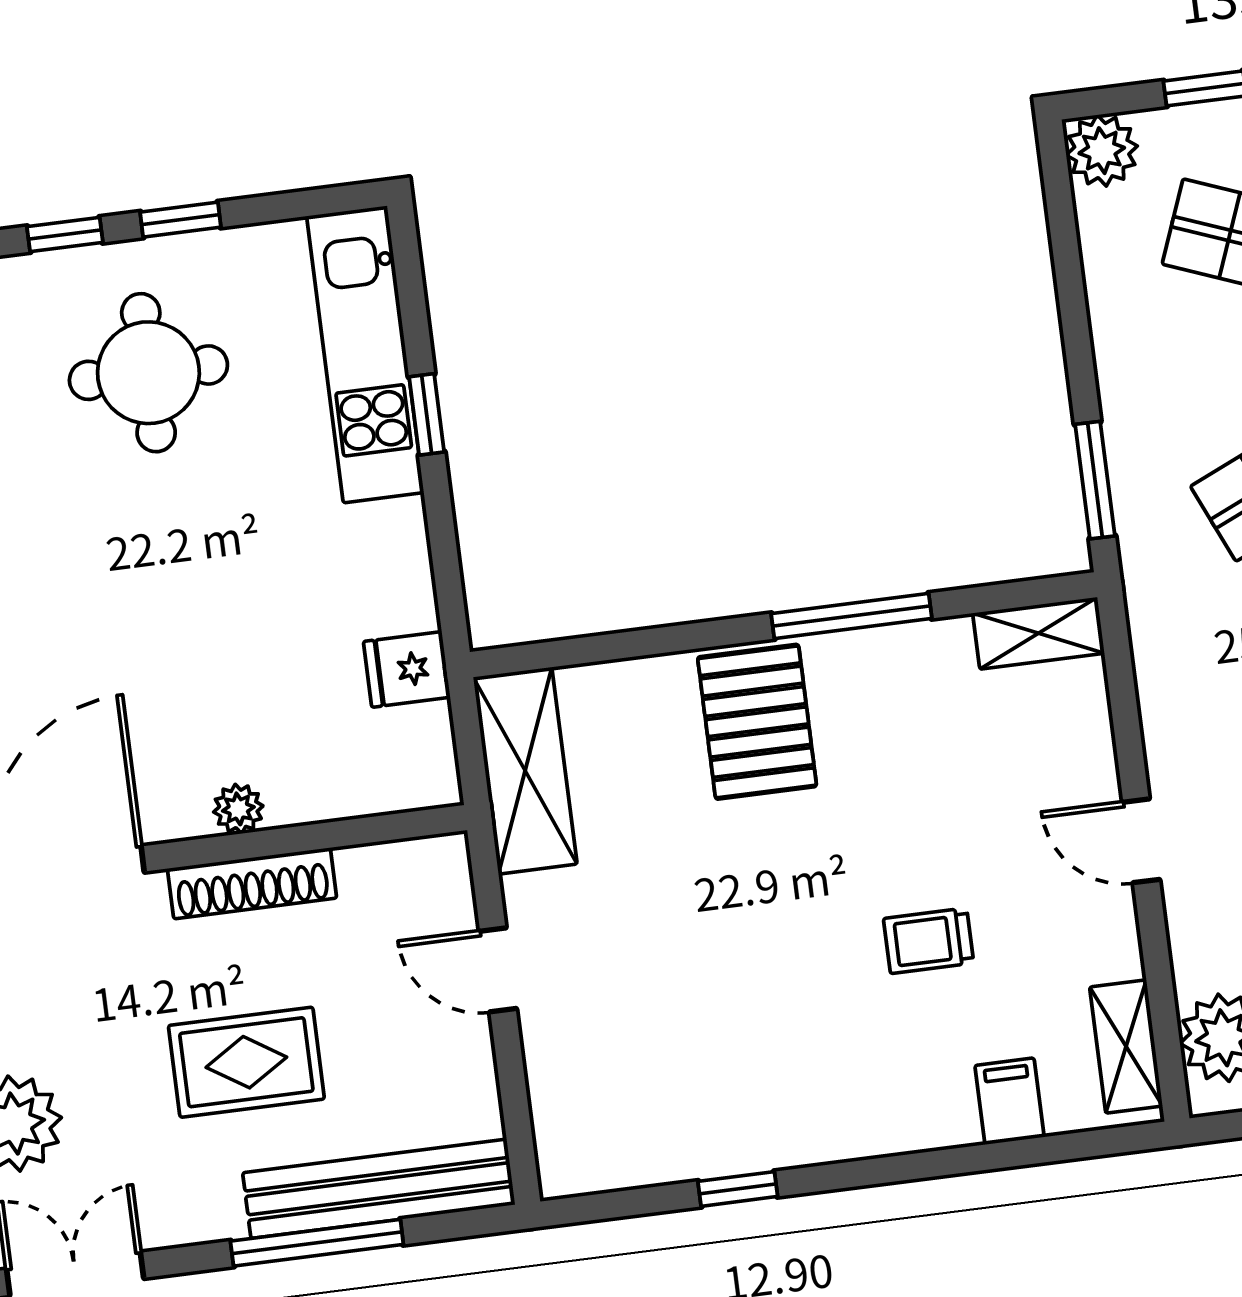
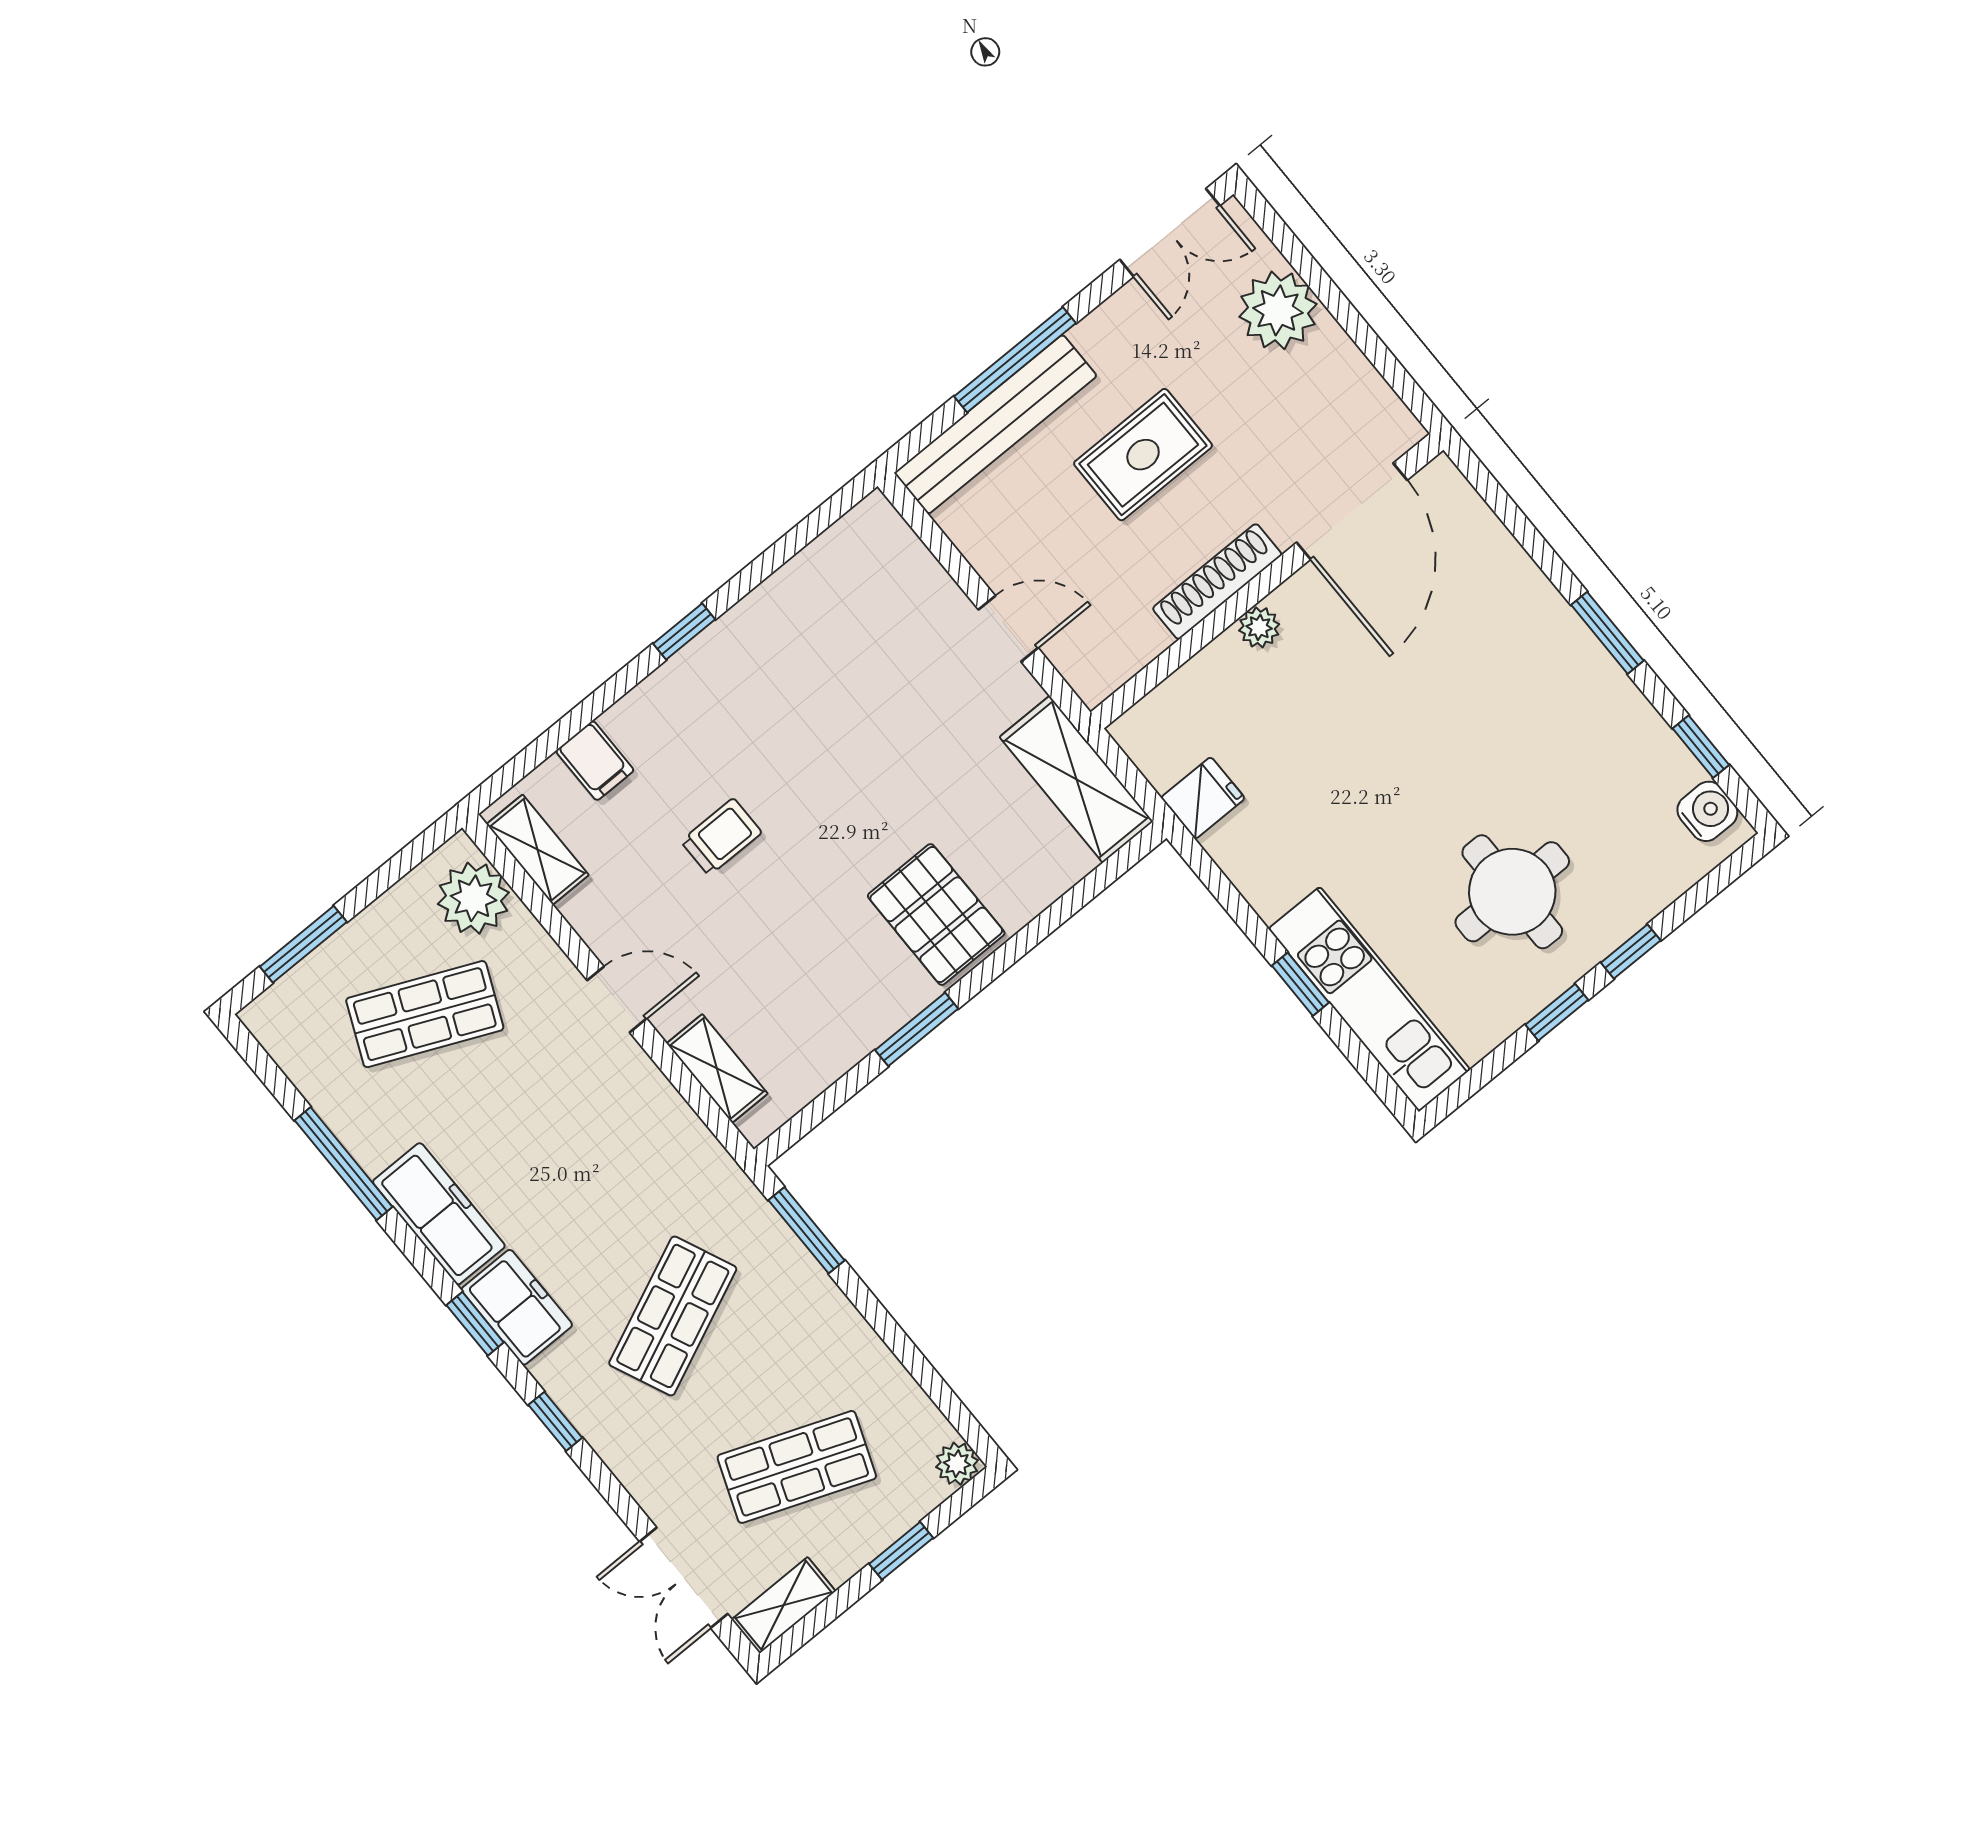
plant: (1102, 151) -> (957, 1464), width x0.73, depth x0.73
window: (851, 616) -> (917, 1029), width x0.69
shelving: (1039, 633) -> (717, 1068), moved, turned 90
window: (738, 1189) -> (684, 631), moved

